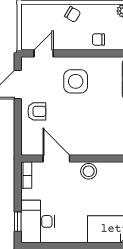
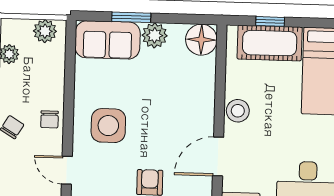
chair: (98, 40) -> (49, 119), moved

